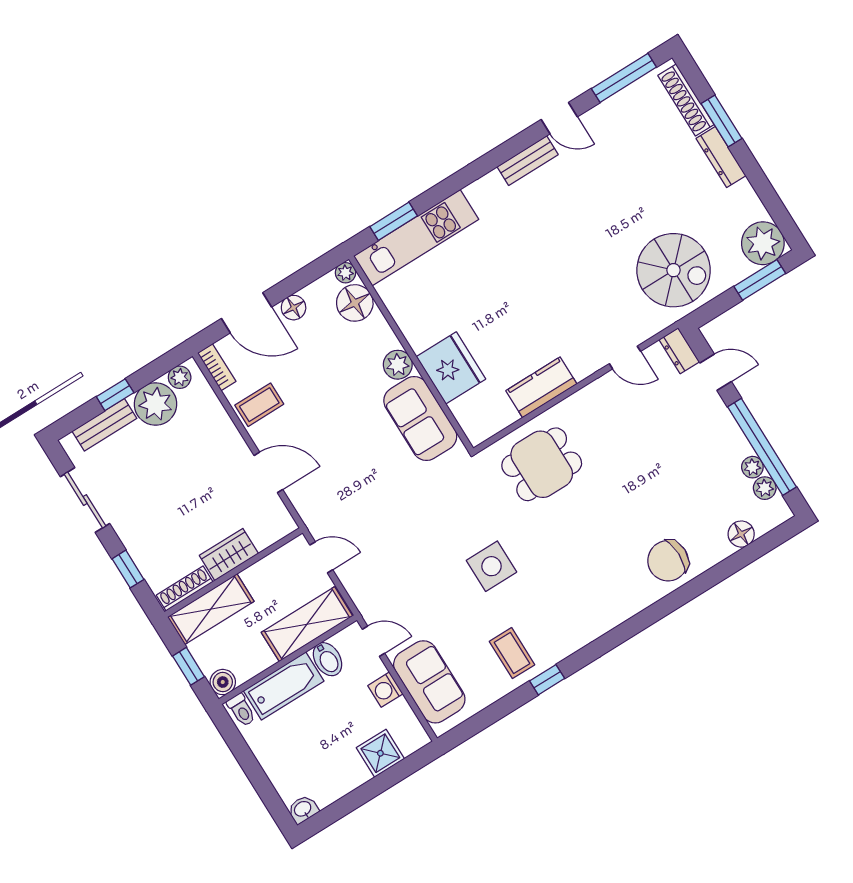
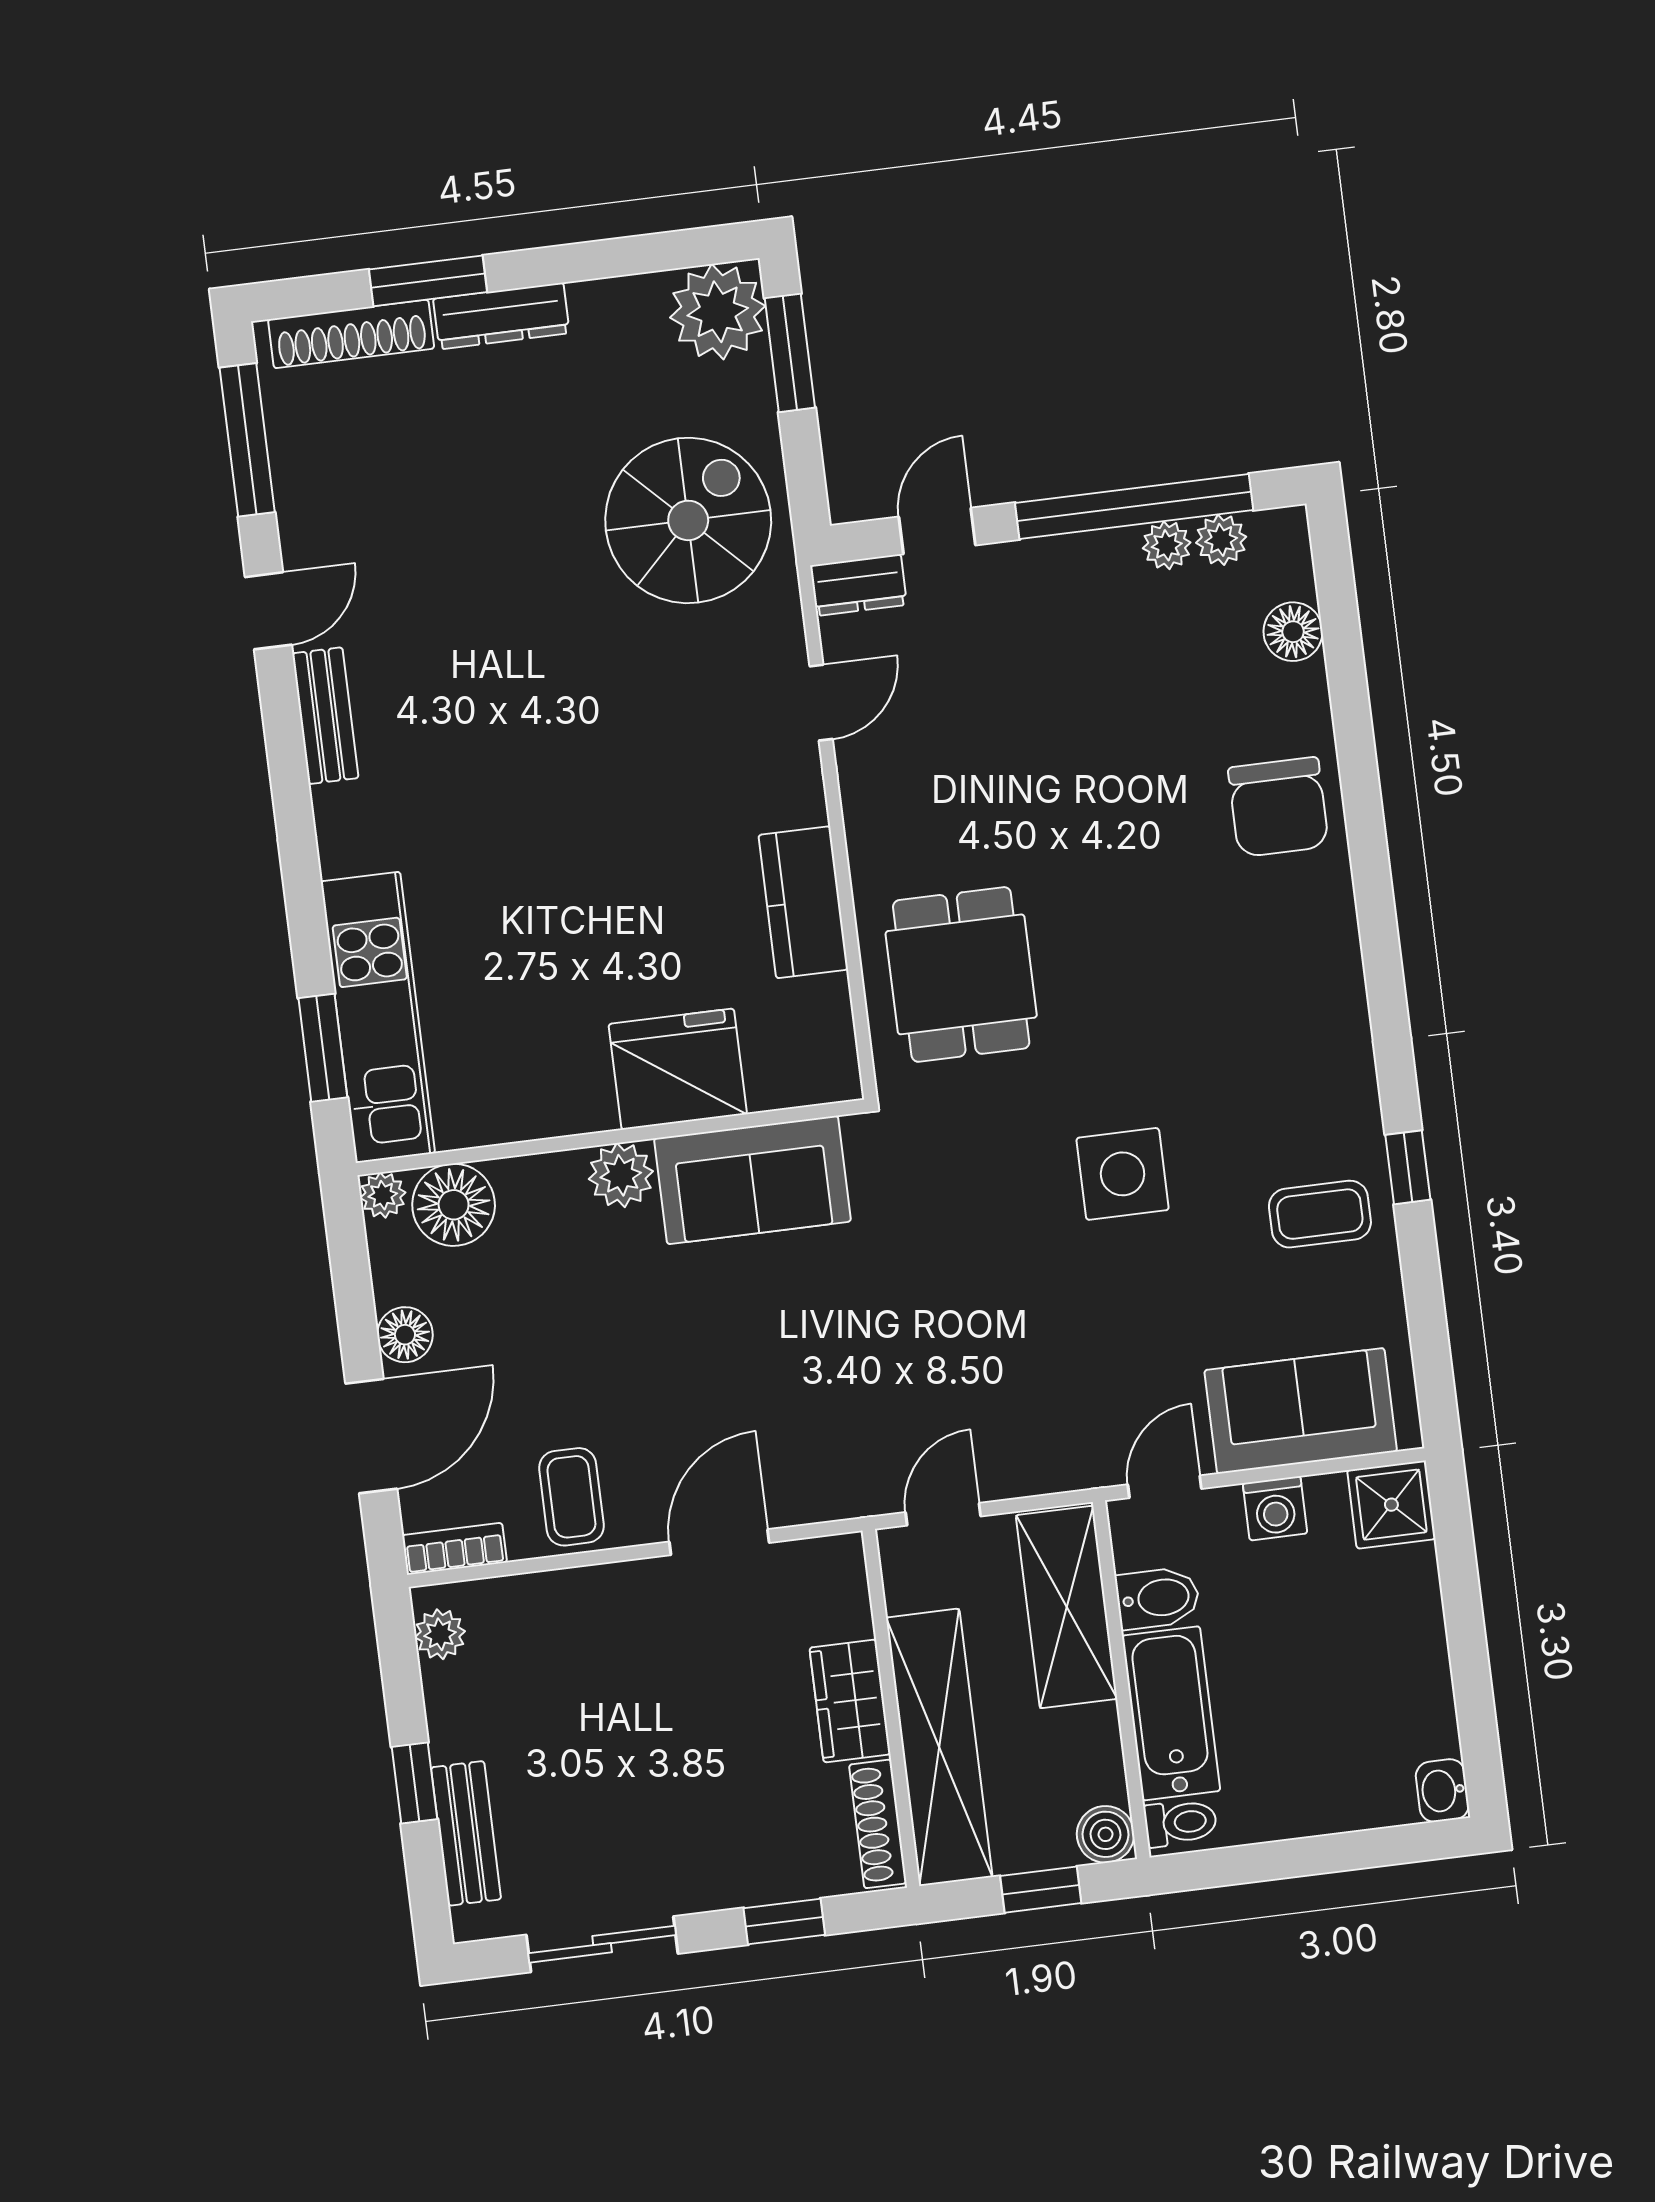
plant: (155, 404) -> (472, 1709), removed
shelving: (211, 609) -> (939, 1747), width x1.47
shower: (380, 753) -> (1391, 1505), moved

